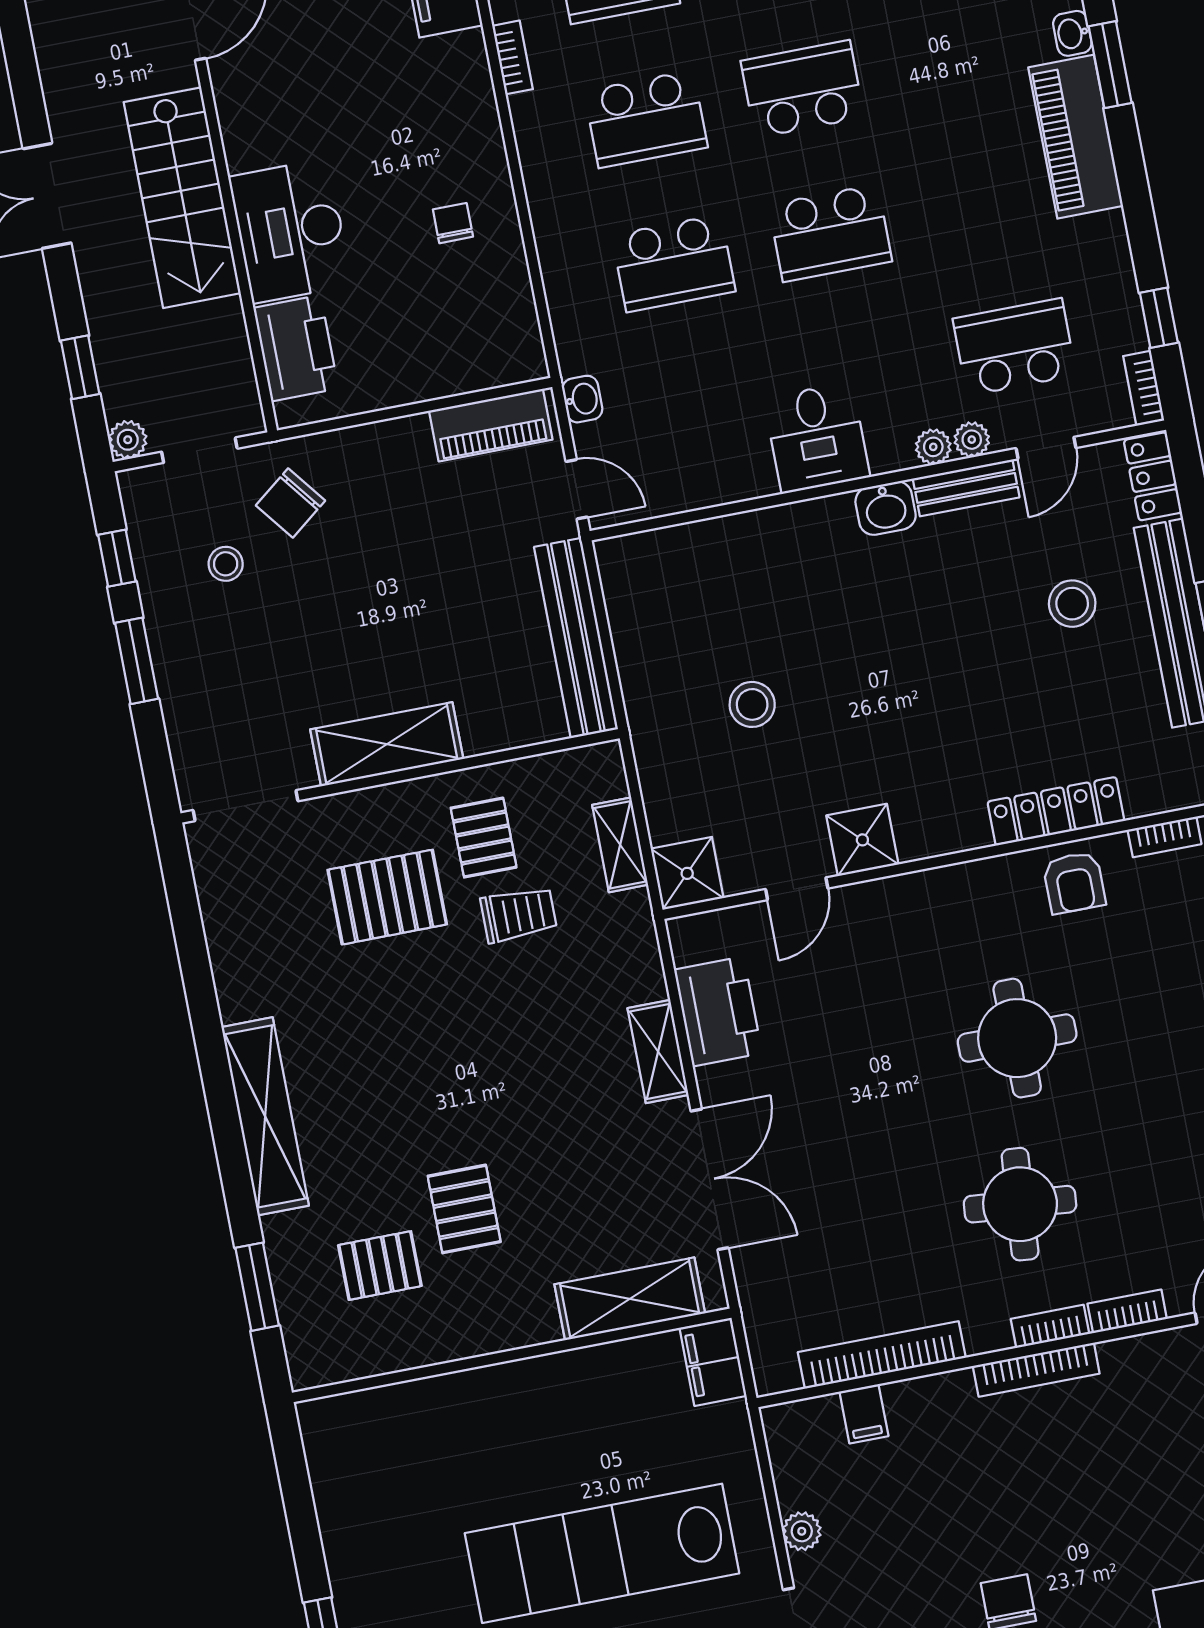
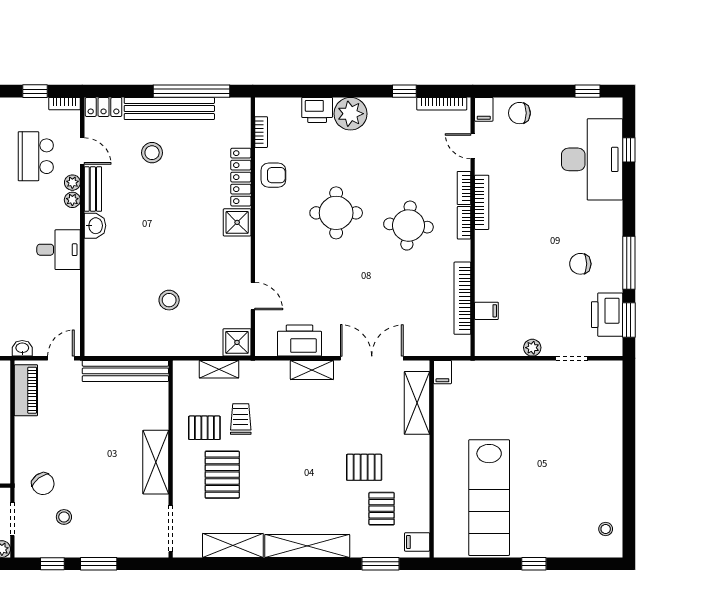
shower: (862, 840) -> (237, 222), moved
shelving: (235, 951) -> (233, 545), added
filing cabinet: (321, 1359) -> (417, 542), added
filing cabinet: (713, 1362) -> (442, 372), width x0.50
bookcase: (1036, 1370) -> (482, 202), moved
lab bench: (602, 1553) -> (489, 498), moved

